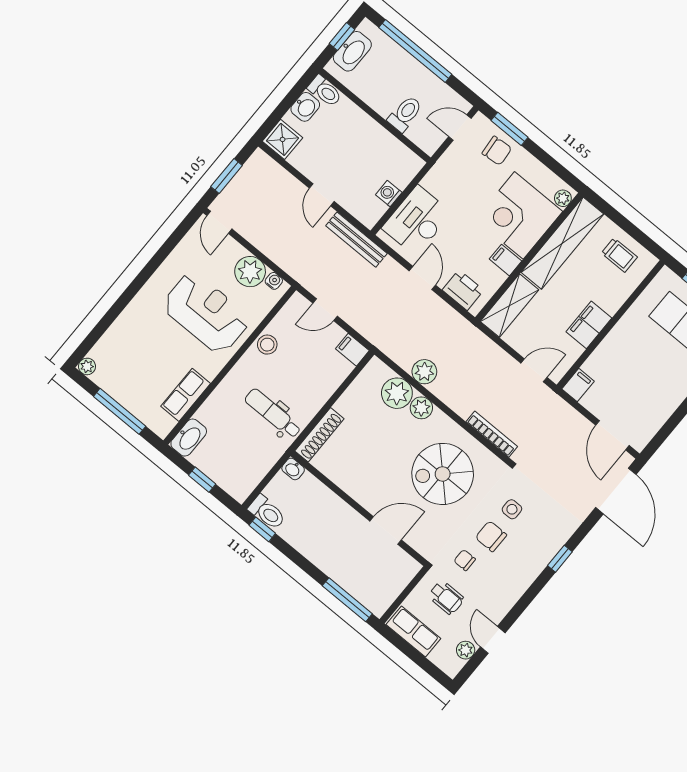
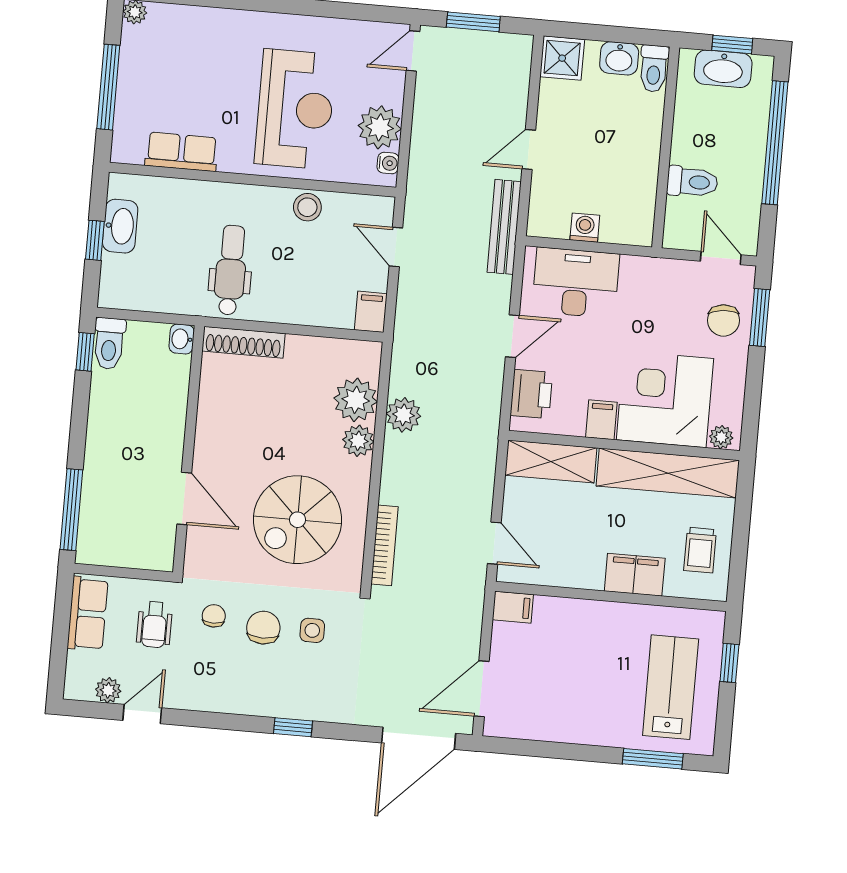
filing cabinet: (589, 325) -> (635, 575), moved
washbasin: (189, 438) -> (120, 226), moved, turned -90
spiral stairs: (443, 474) -> (298, 520), turned -90

